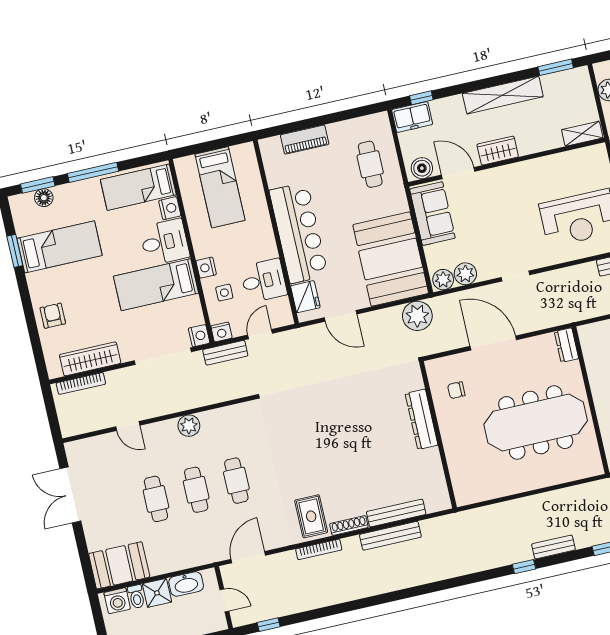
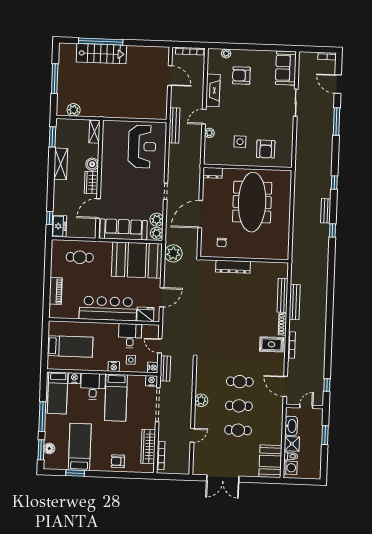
shelving: (503, 95) -> (61, 164), width x0.68
boiler: (422, 168) -> (92, 164), moved
sofa: (432, 214) -> (123, 229), width x1.36

